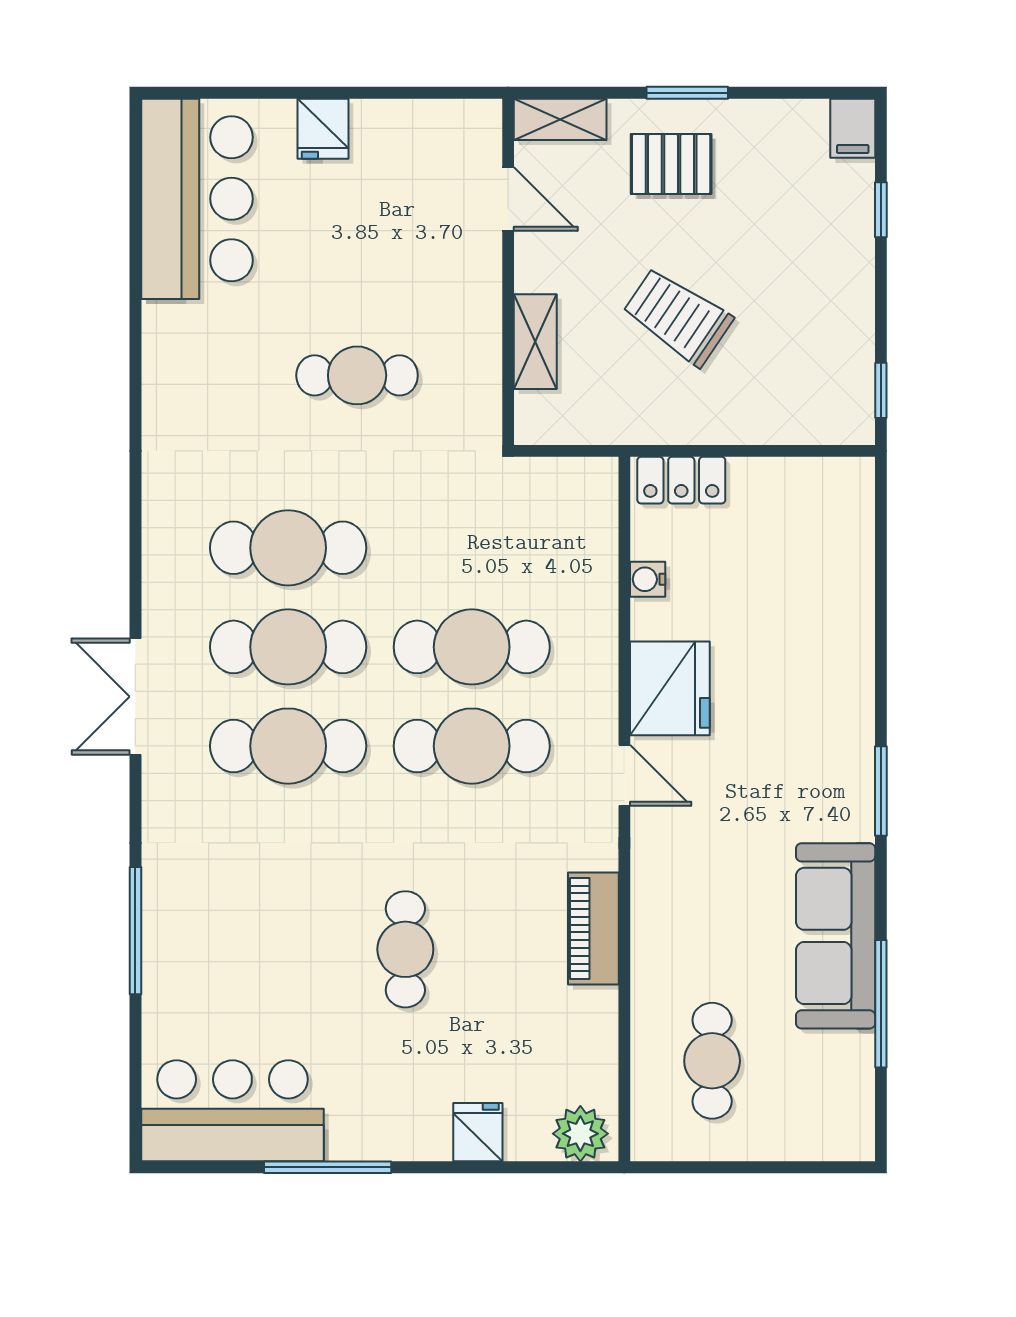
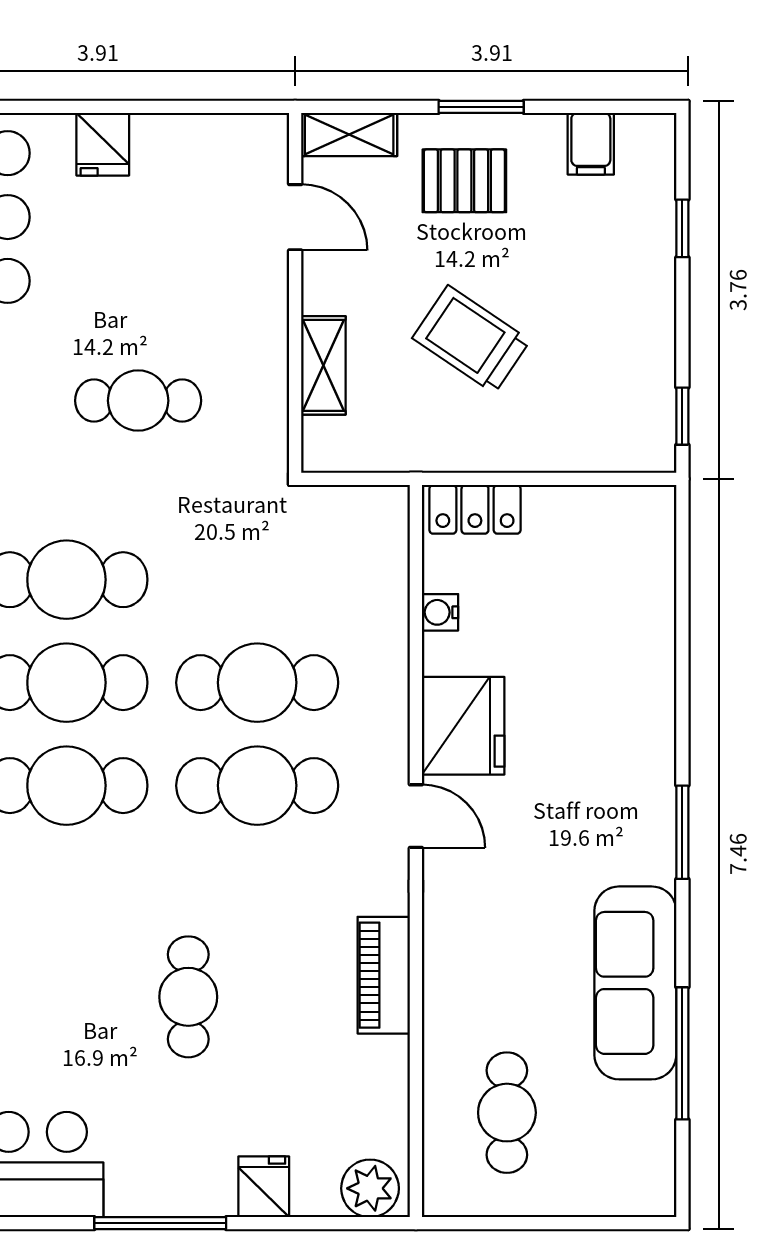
filing cabinet: (853, 128) -> (591, 144), moved
window: (328, 1167) -> (160, 1223), moved

